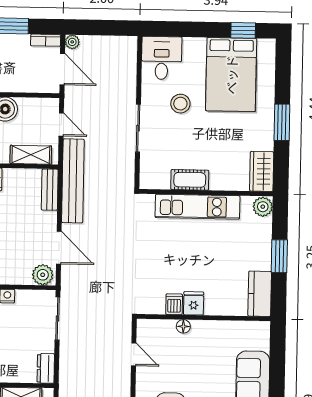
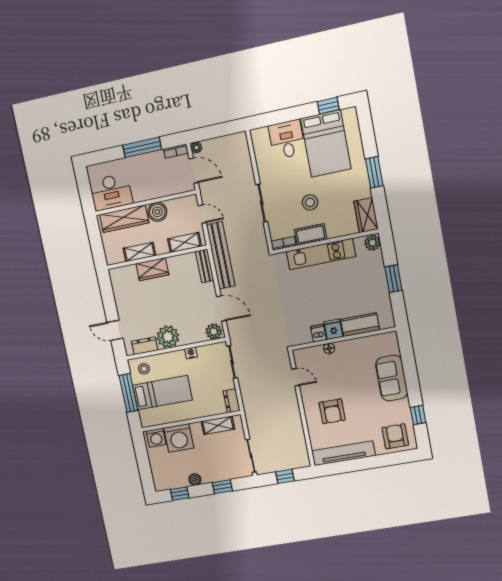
desk: (162, 58) -> (287, 139), moved
stool: (180, 104) -> (310, 202), moved
bookcase: (154, 183) -> (284, 243), added
kitchen counter: (260, 294) -> (360, 325), moved, turned 90

